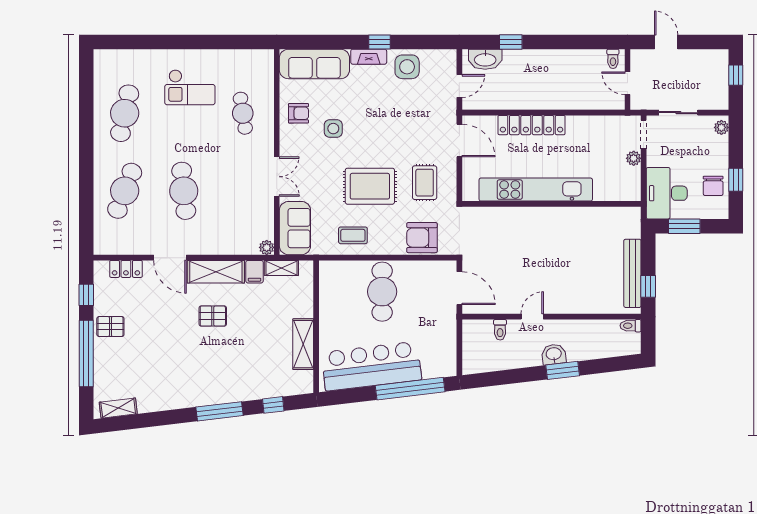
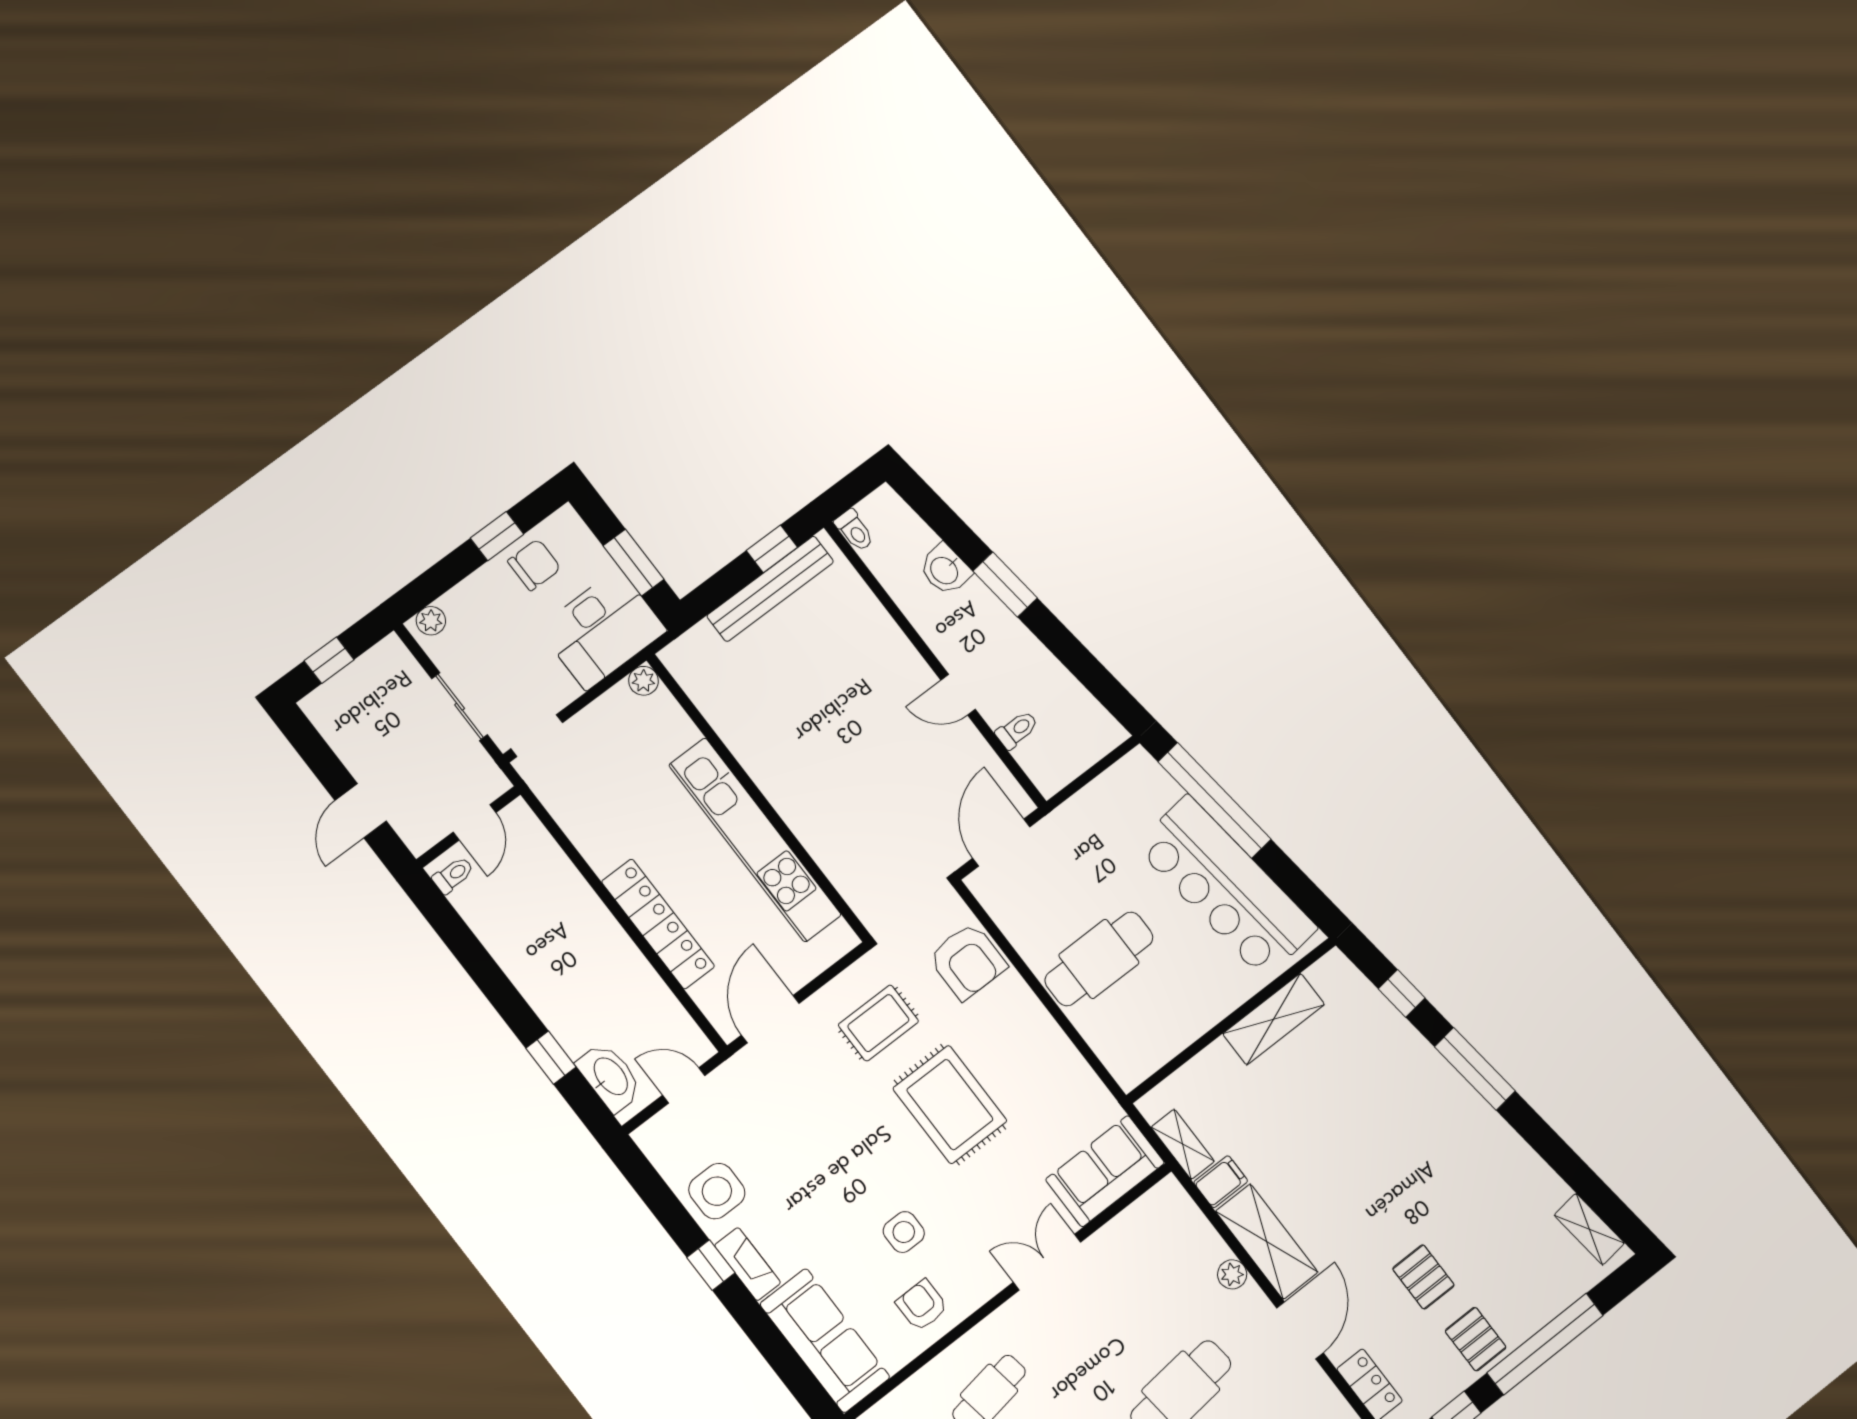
plant: (634, 158) -> (643, 681), moved
coffee table: (353, 235) -> (1047, 1072), removed
plant: (267, 247) -> (1232, 1274), moved
pallet: (213, 316) -> (1423, 1277), moved
washbasin: (554, 354) -> (945, 570), moved

